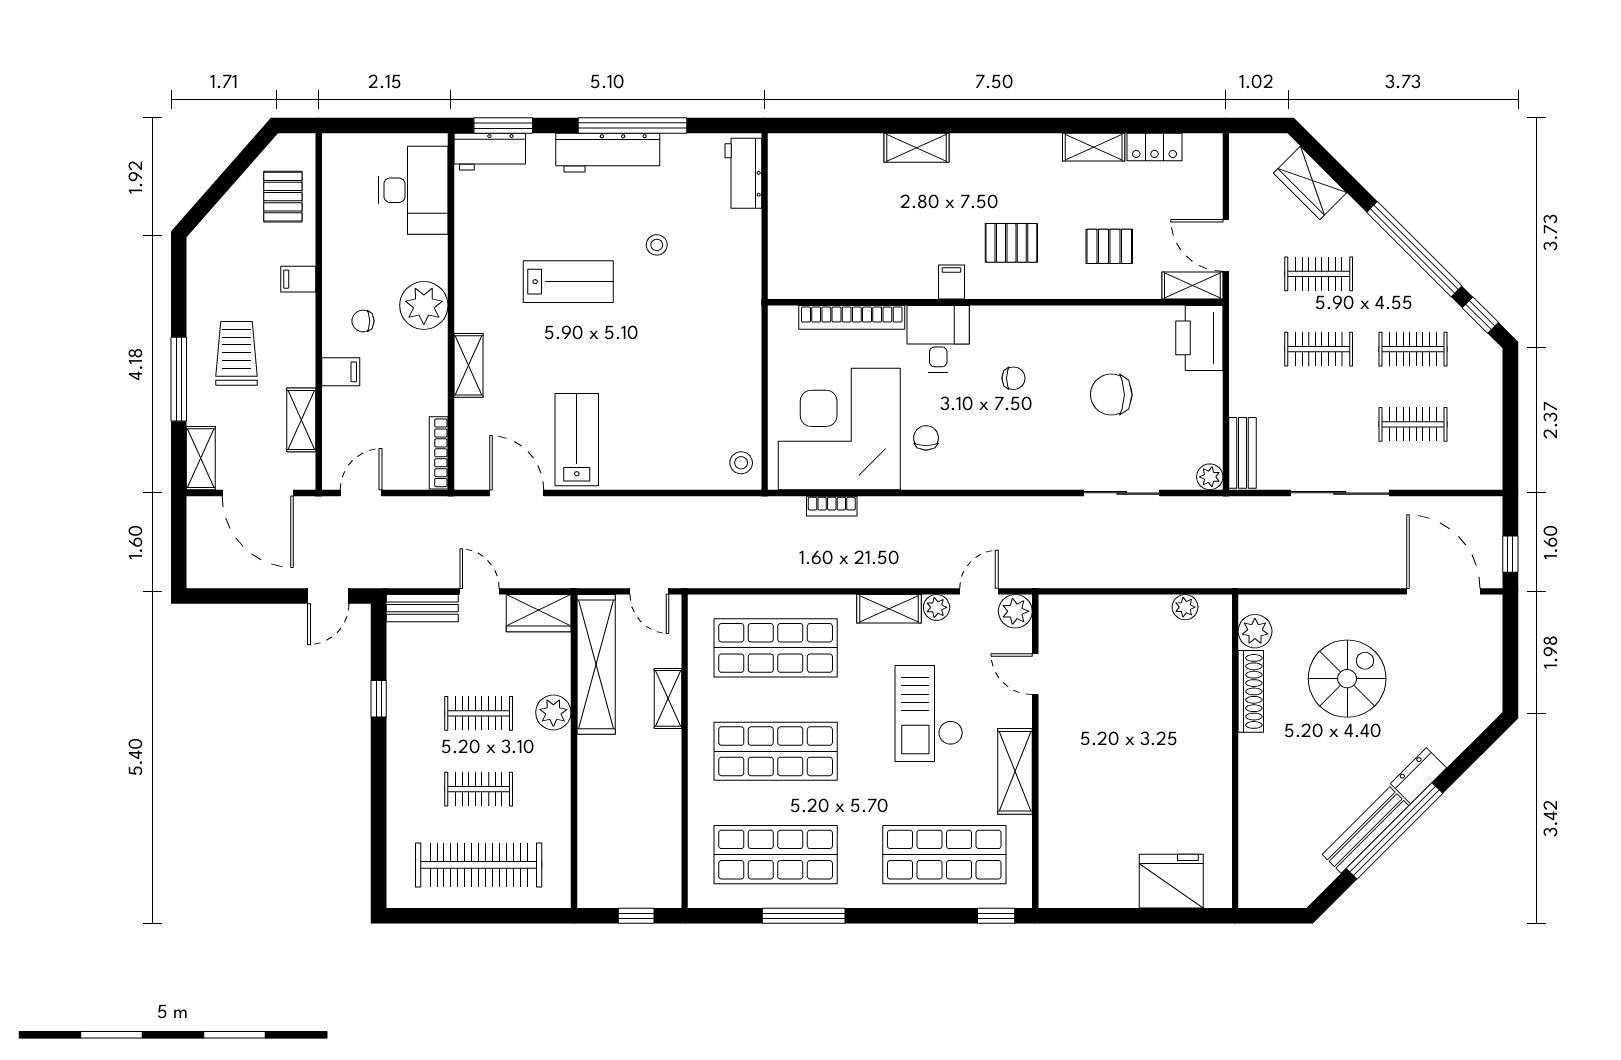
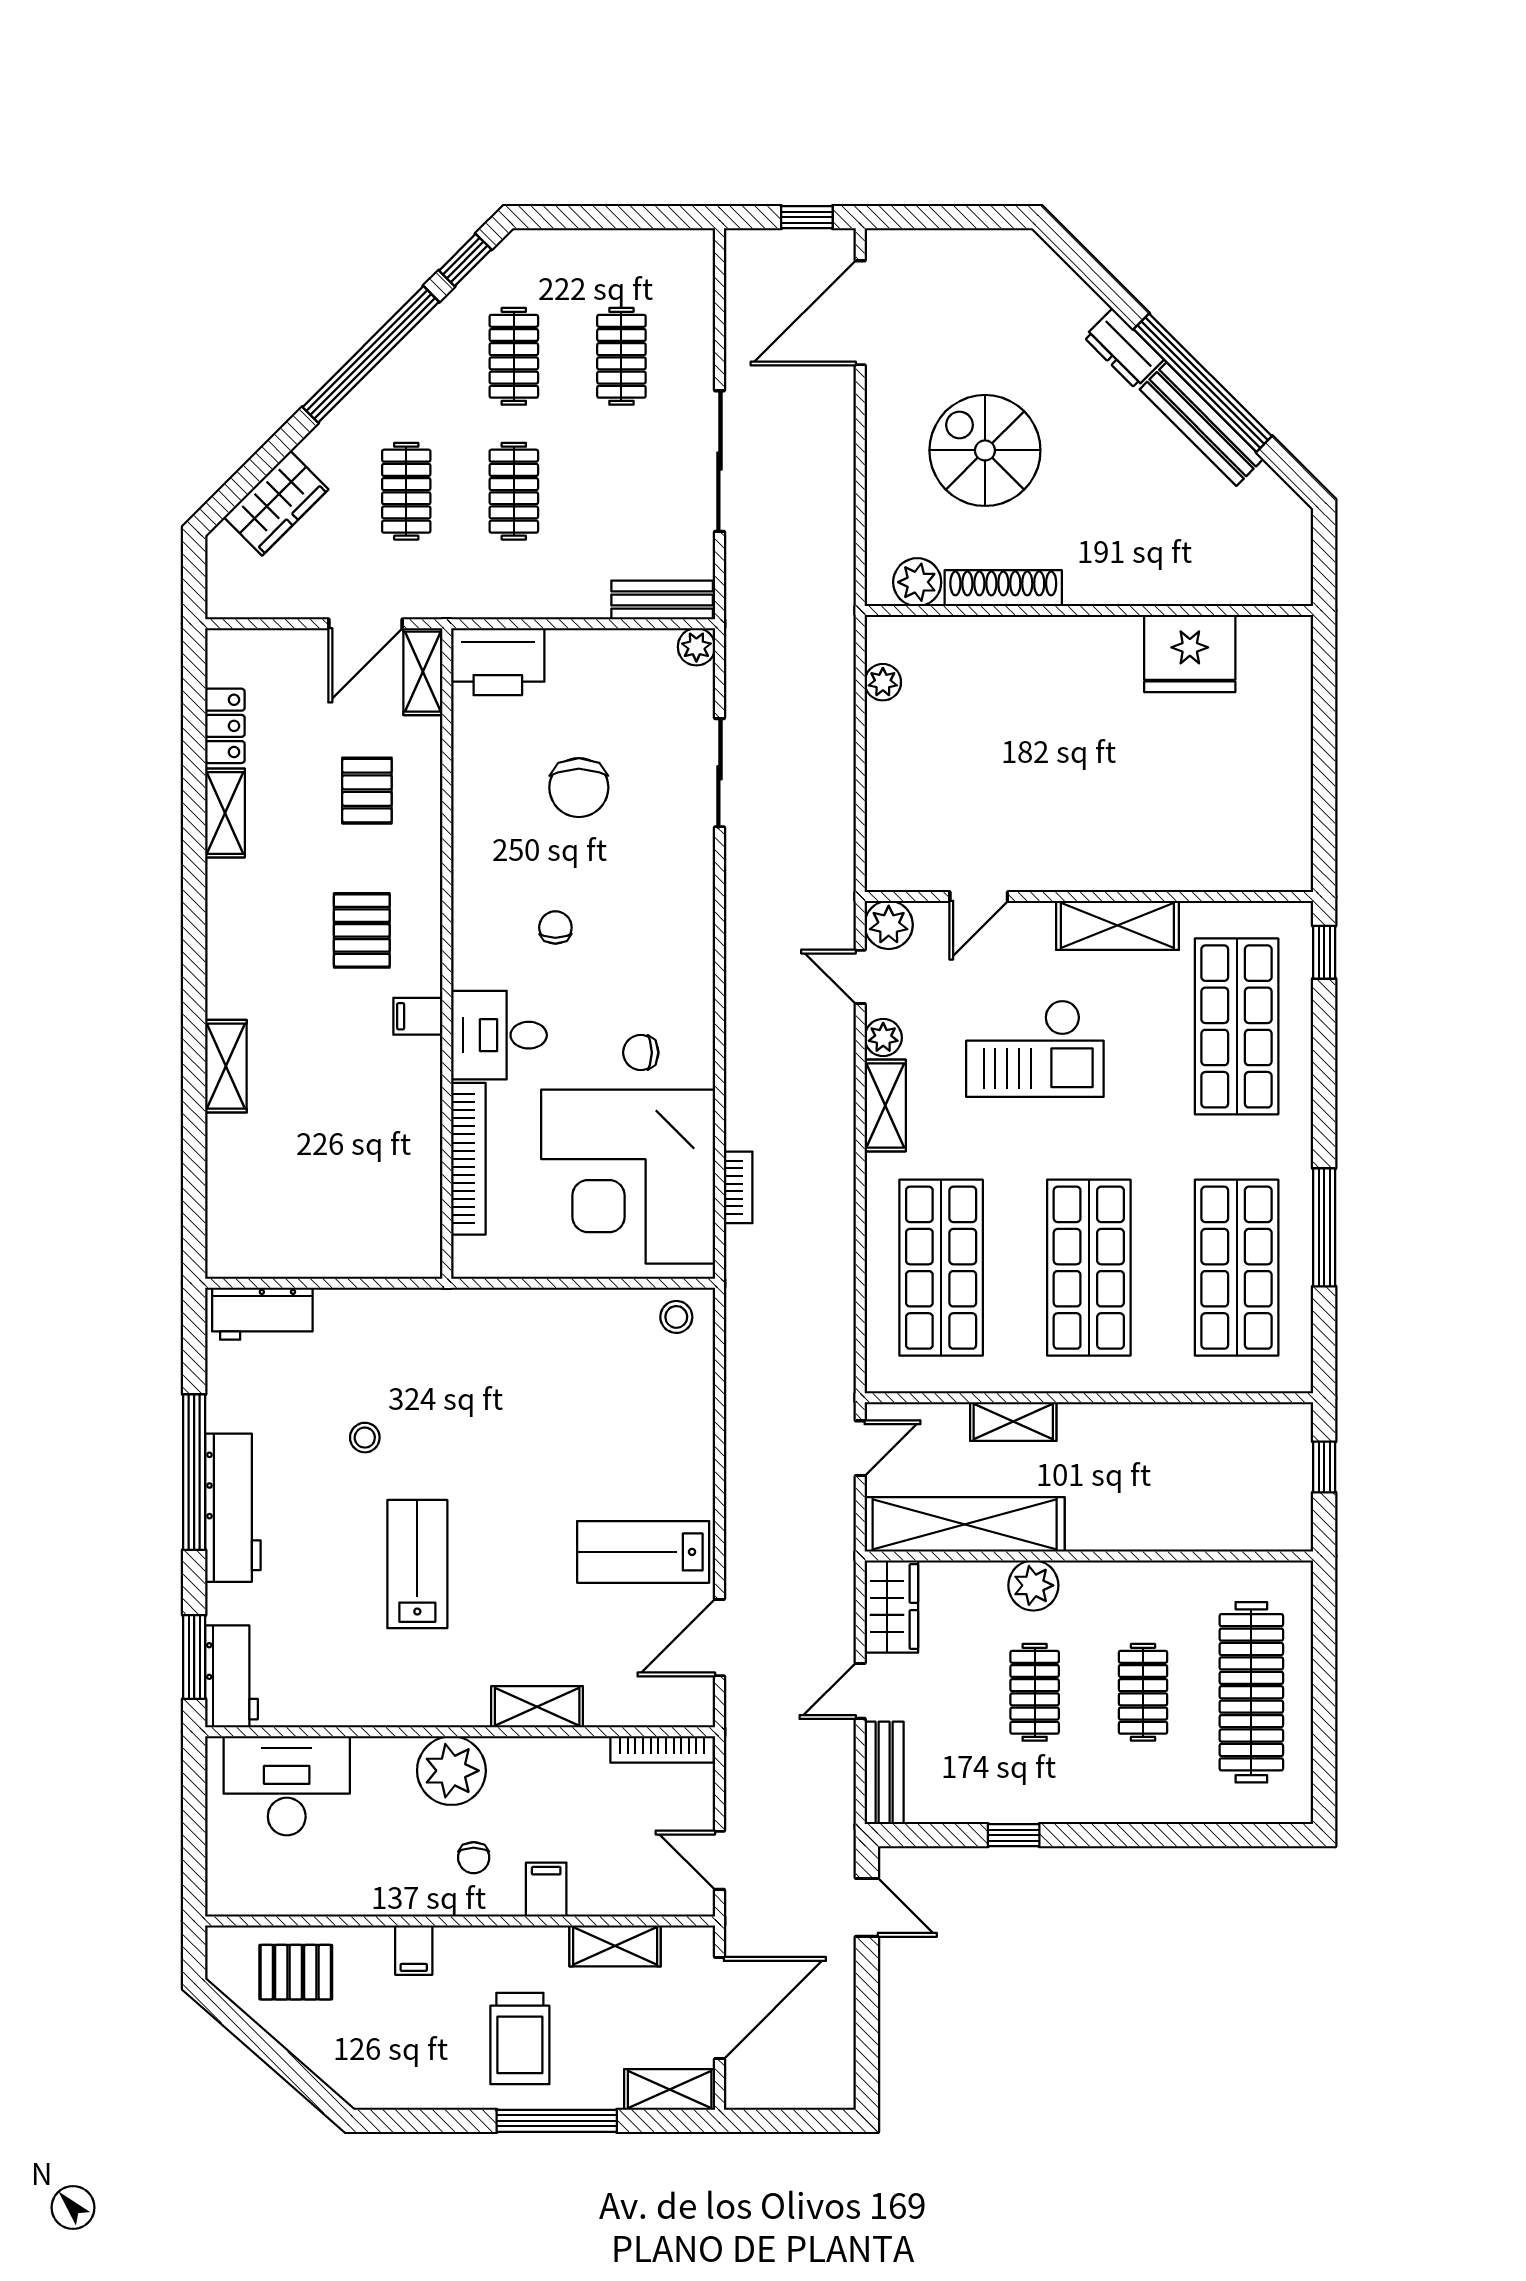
trolley: (236, 353) -> (520, 2038), turned -90
fridge: (1171, 881) -> (1190, 654), moved, turned -90

